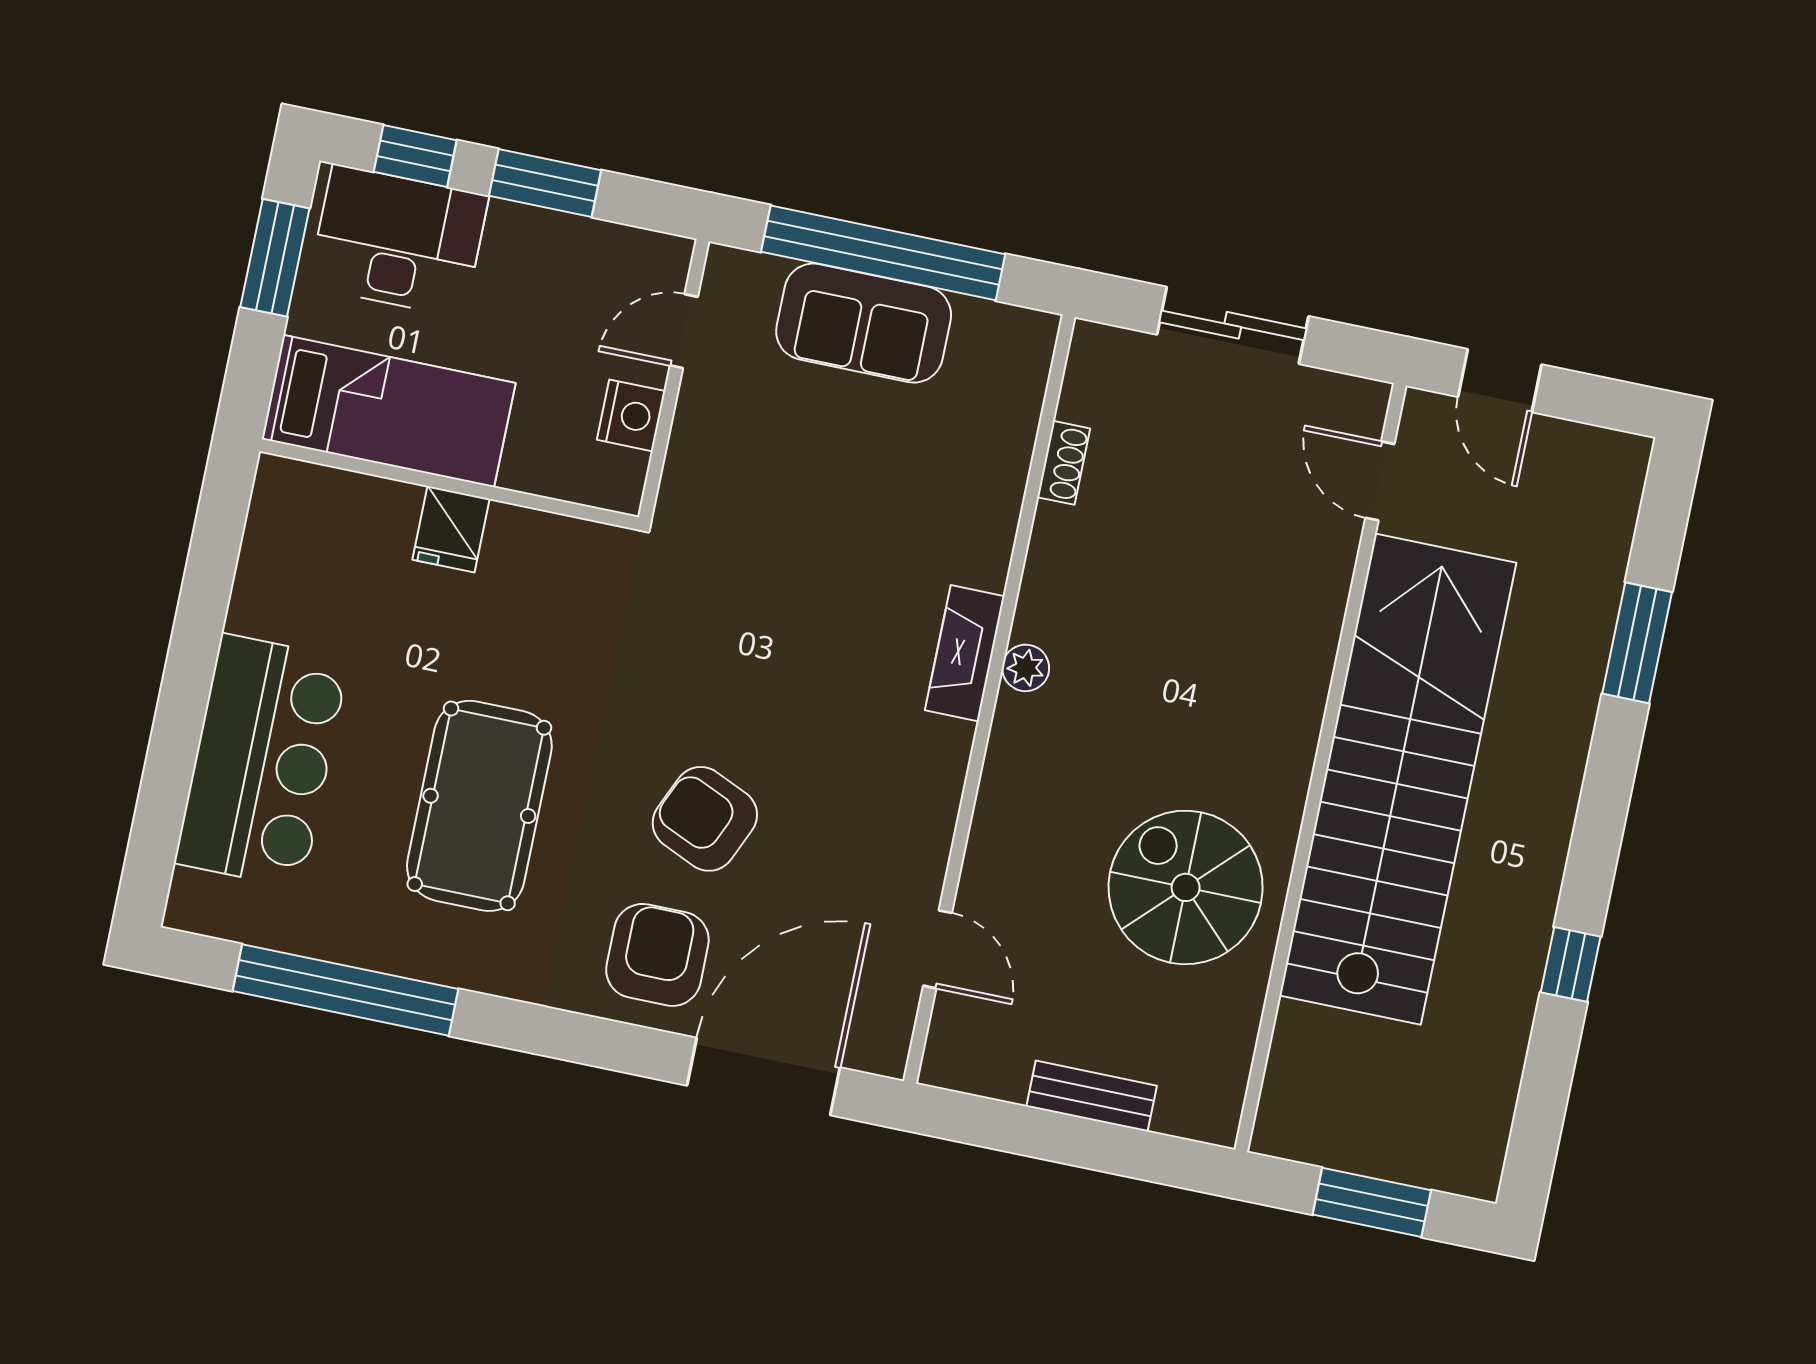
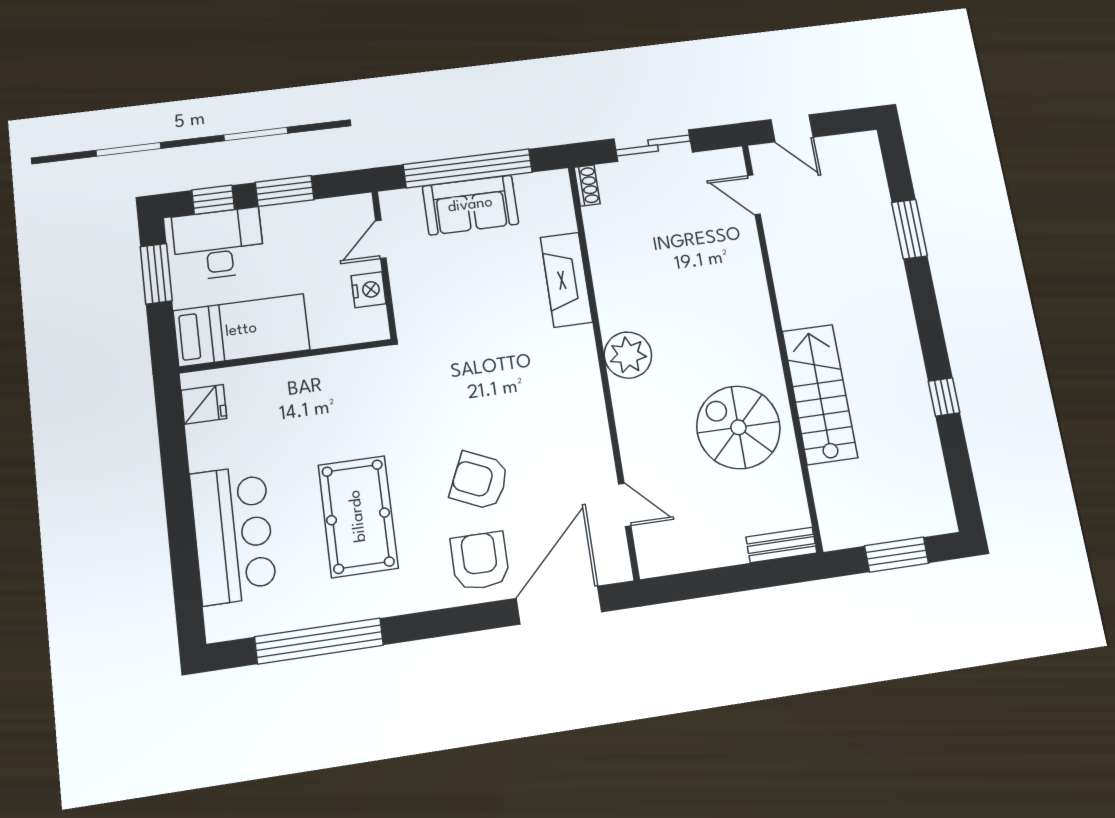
shoe rack: (1064, 463) -> (587, 185), moved
fridge: (451, 529) -> (204, 404), moved, turned -90
fireplace: (965, 653) -> (566, 280), moved, width x1.37, depth x1.32
plant: (1026, 668) -> (628, 355), width x1.88, depth x1.88
stairs: (1398, 779) -> (820, 394), width x0.54, depth x0.66
bench: (1092, 1096) -> (781, 545), moved

